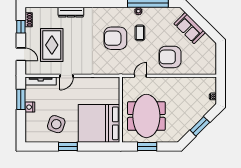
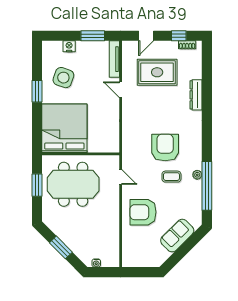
armchair: (170, 57) -> (143, 212), turned -90
nightstand: (30, 107) -> (69, 46), moved

